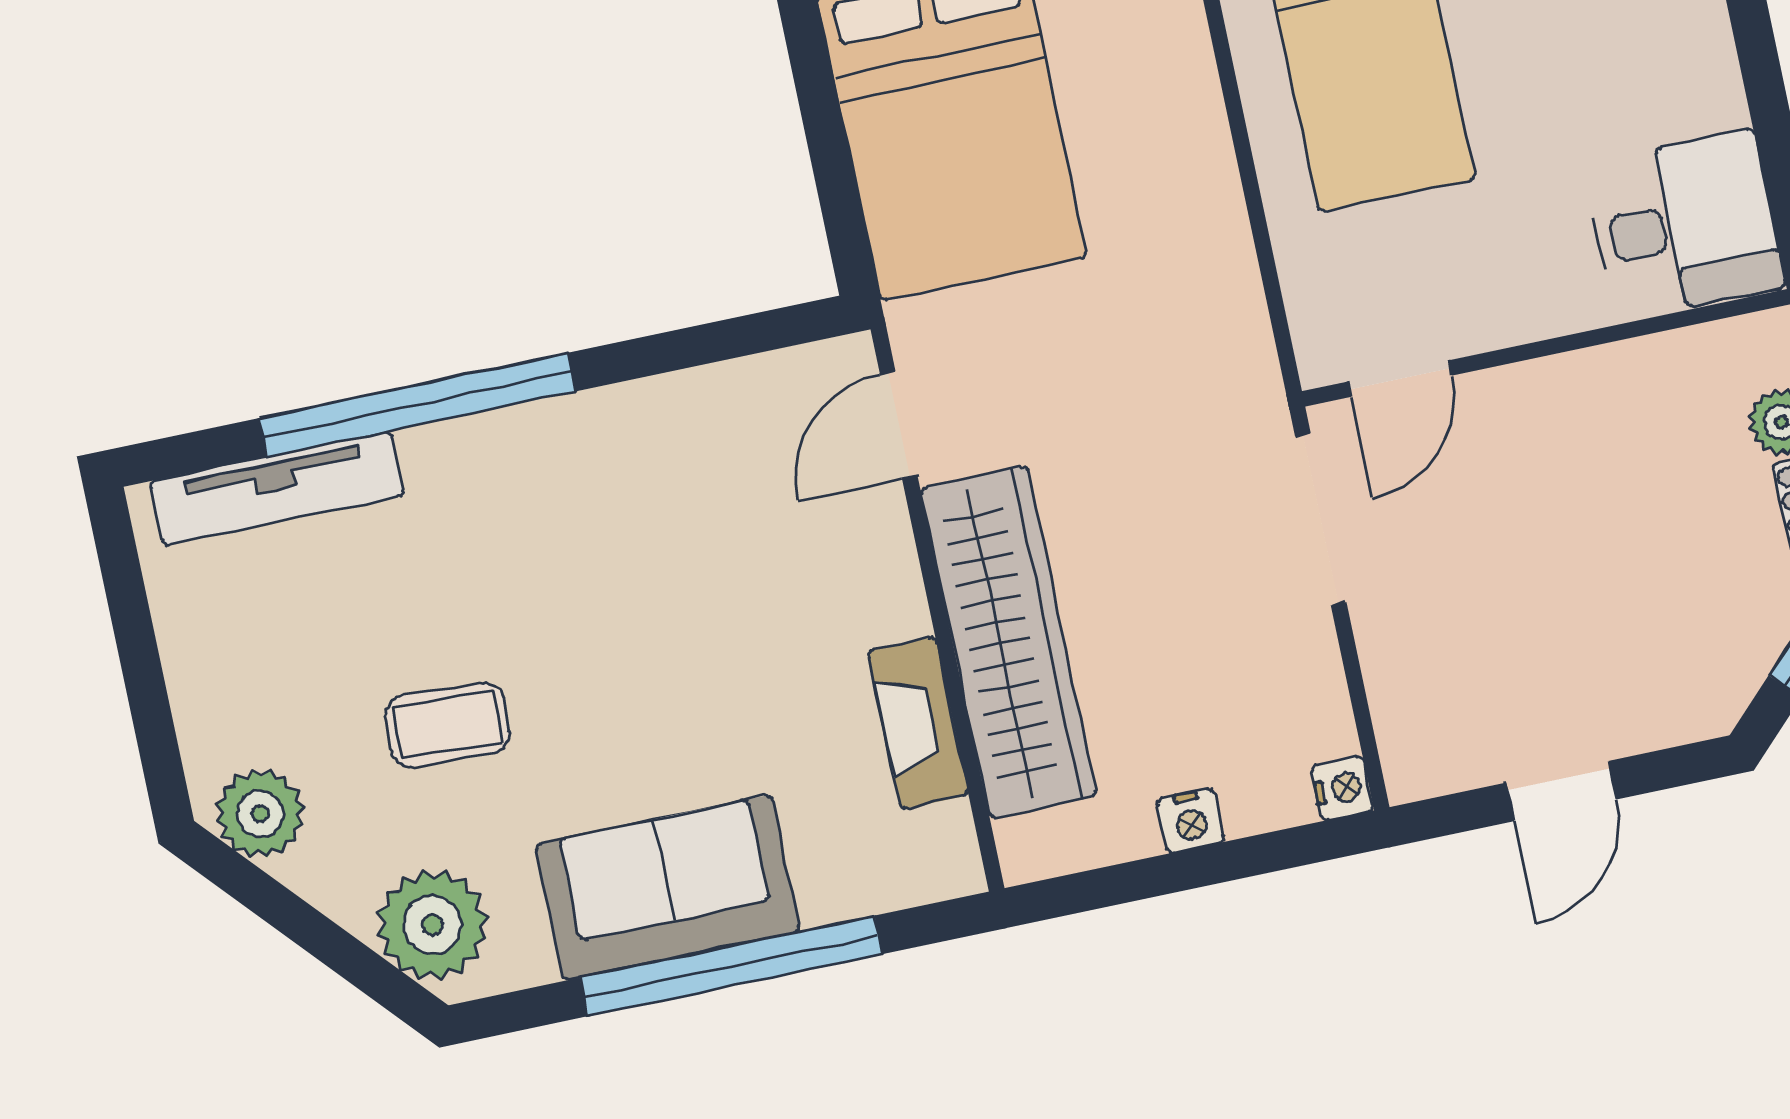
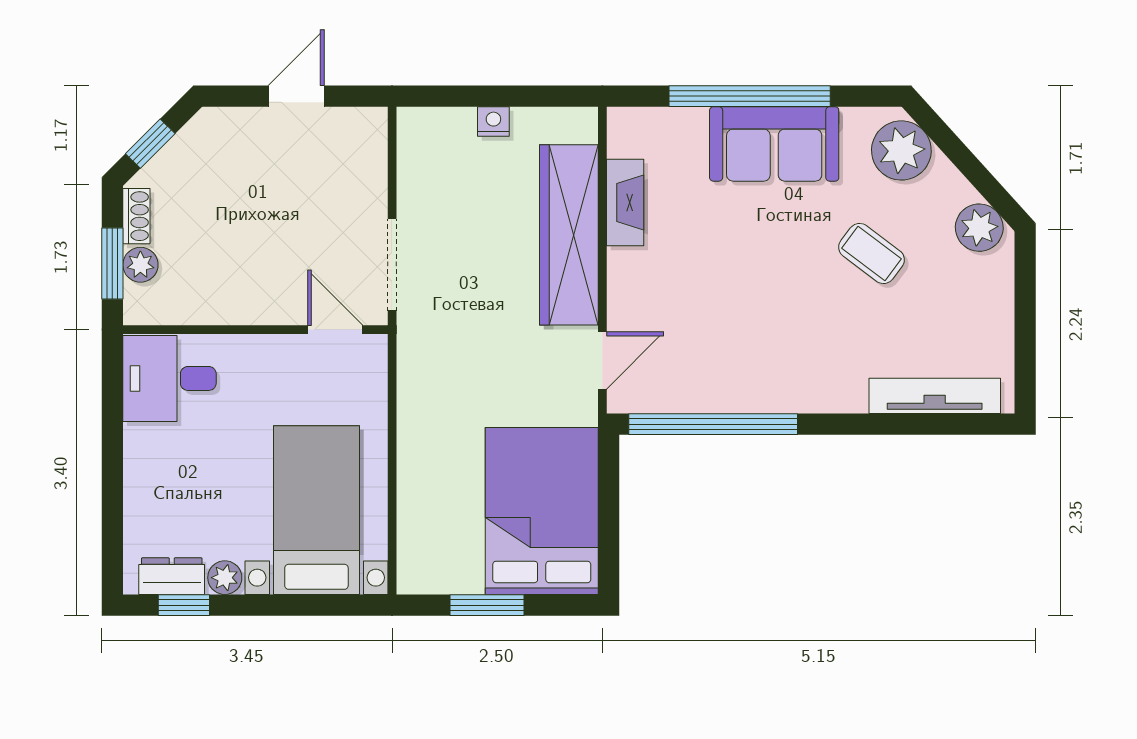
door: (1400, 379) -> (335, 330), hinge flipped
window: (417, 405) -> (713, 424), moved
coffee table: (447, 725) -> (872, 253), turned 34
nightstand: (1342, 788) -> (410, 122), removed

